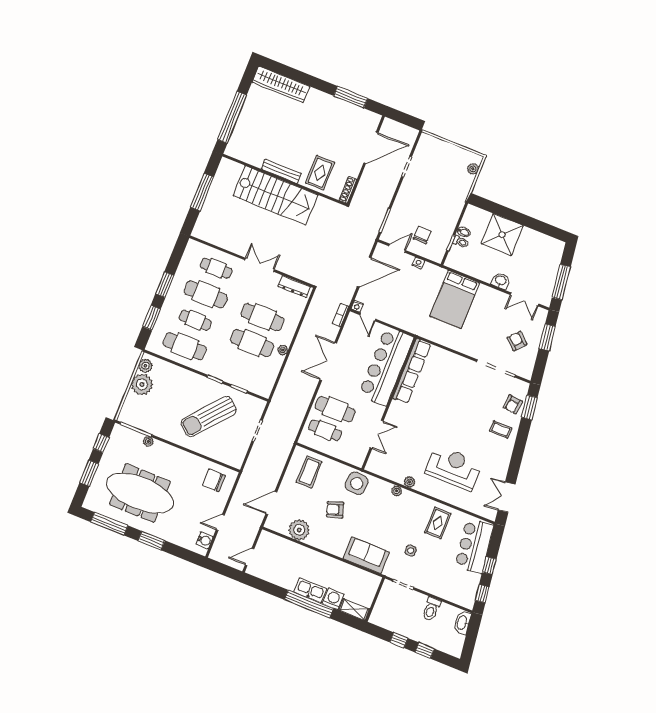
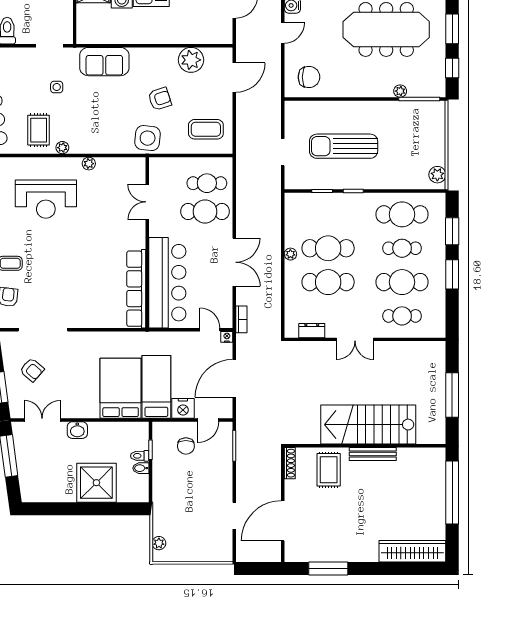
nightstand: (418, 263) -> (183, 408), width x1.89, depth x1.79
dresser: (294, 287) -> (312, 331), width x0.70
bed: (427, 290) -> (156, 387), added
plant: (142, 384) -> (433, 152), removed
sun lounger: (209, 417) -> (344, 146), turned -130
coffee table: (309, 472) -> (206, 129), turned 90
plant: (397, 491) -> (62, 148), moved

